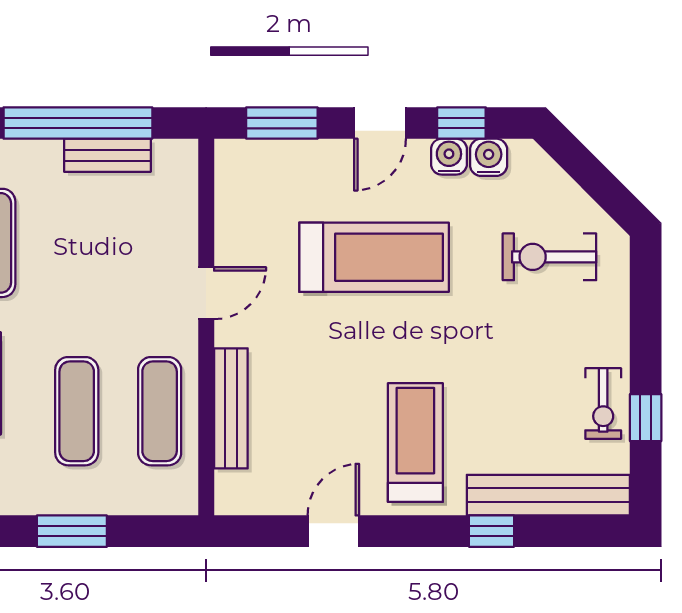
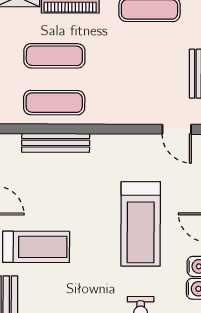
door: (206, 293) -> (177, 129), moved

